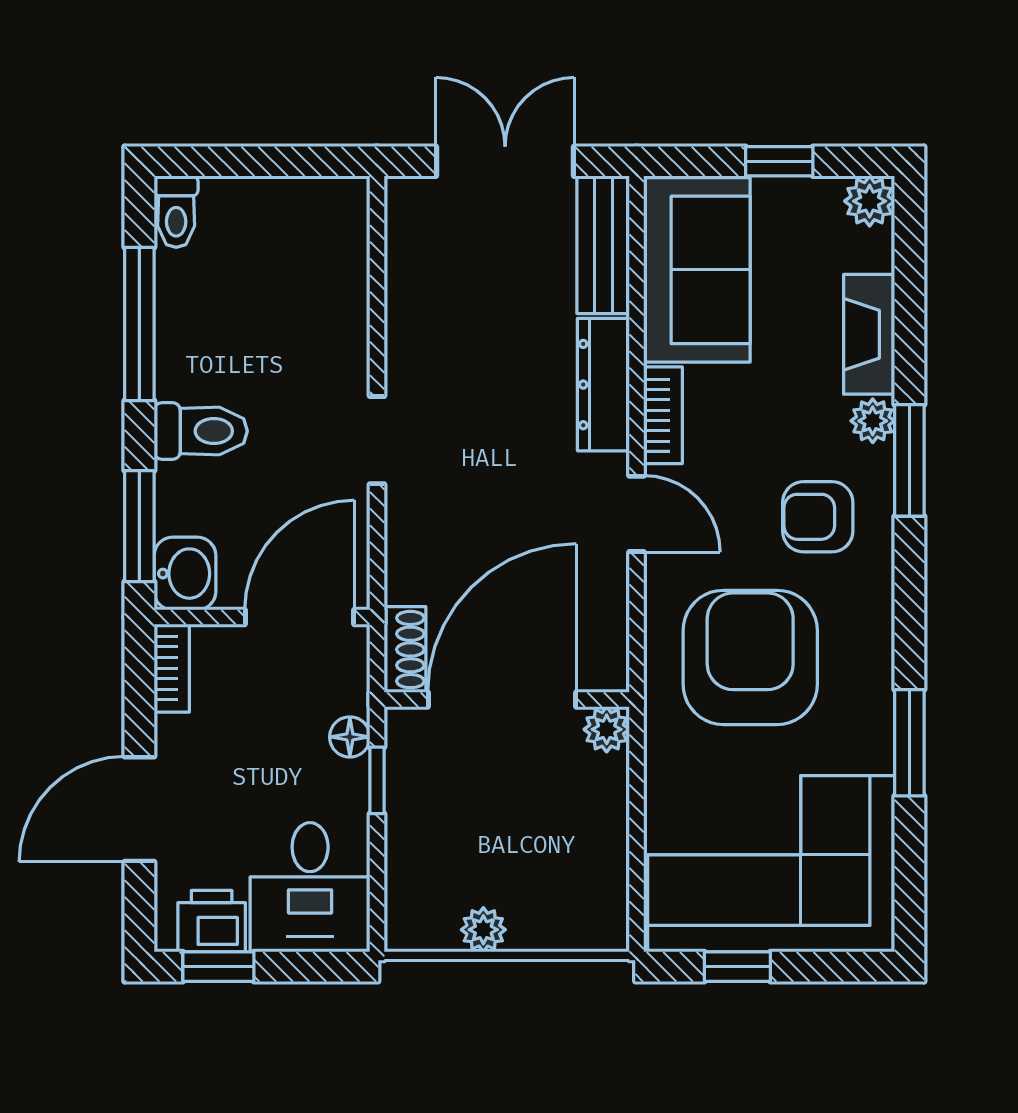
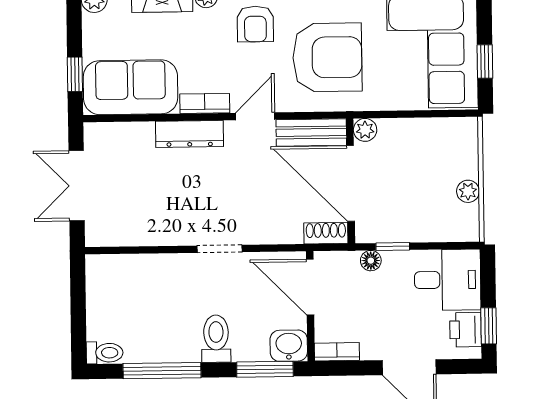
window: (779, 161) -> (75, 74), moved
bench: (603, 245) -> (311, 132), moved
armchair: (750, 657) -> (327, 57), turned 180

